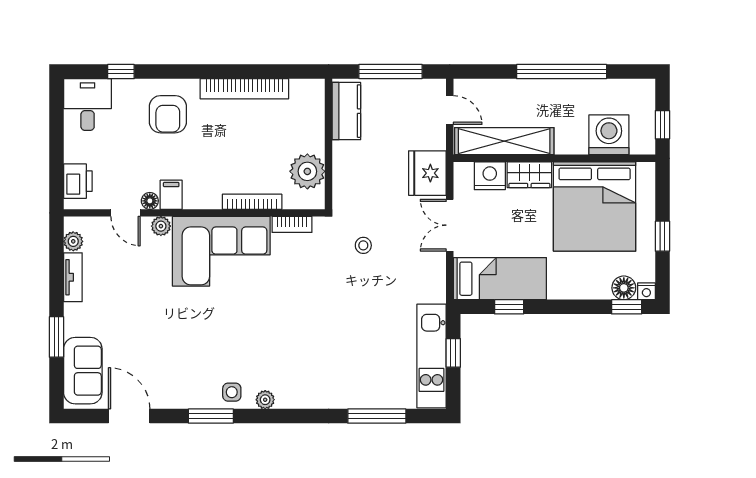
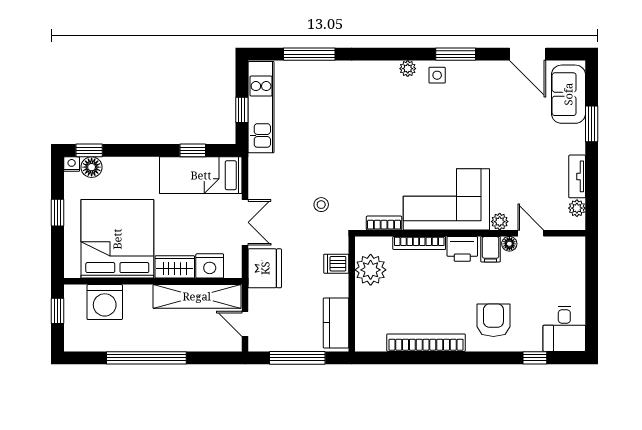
dishwasher: (346, 178) -> (336, 264), added
printer: (78, 181) -> (462, 249), moved, turned -90

